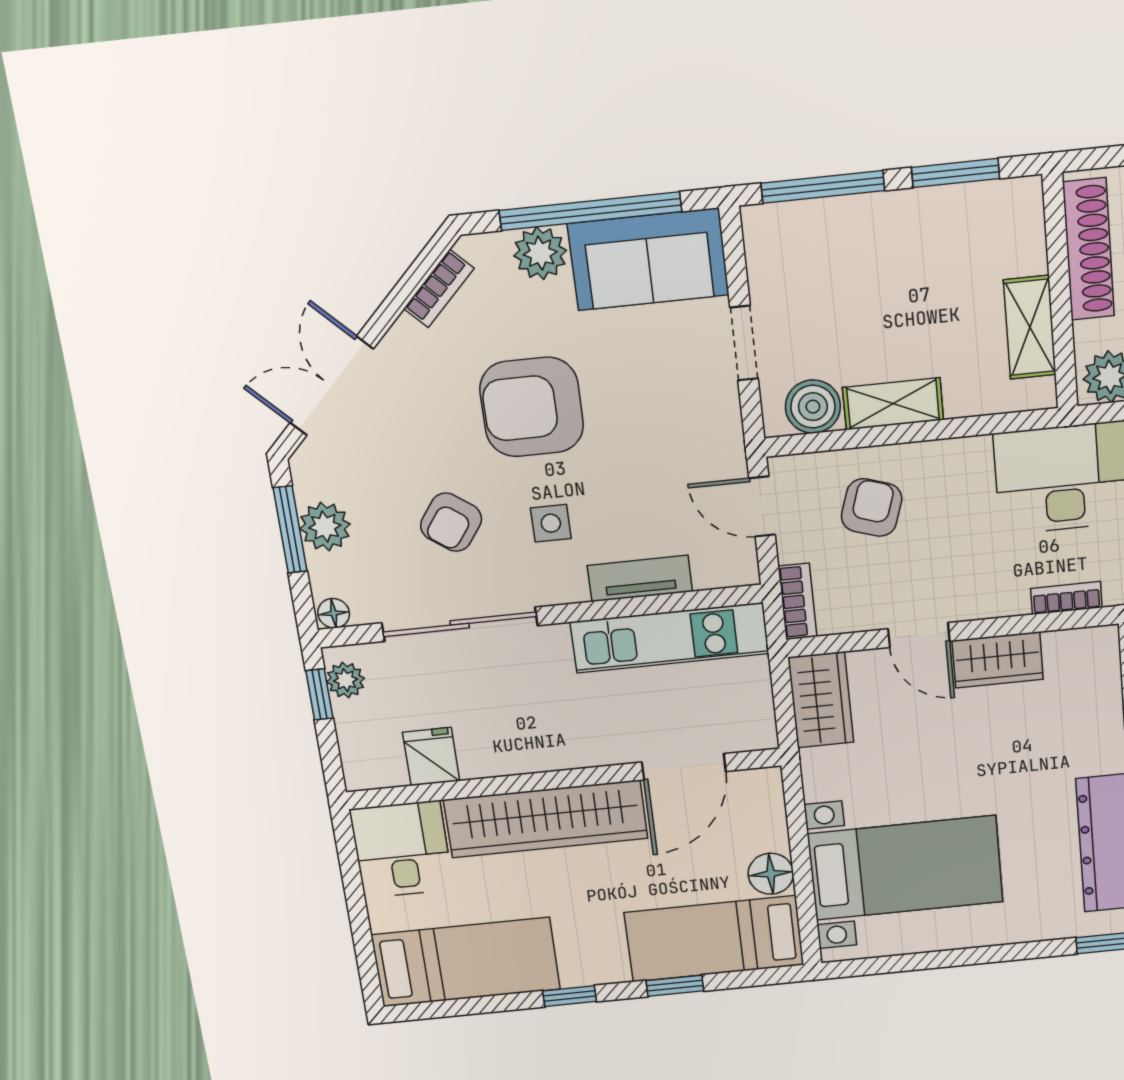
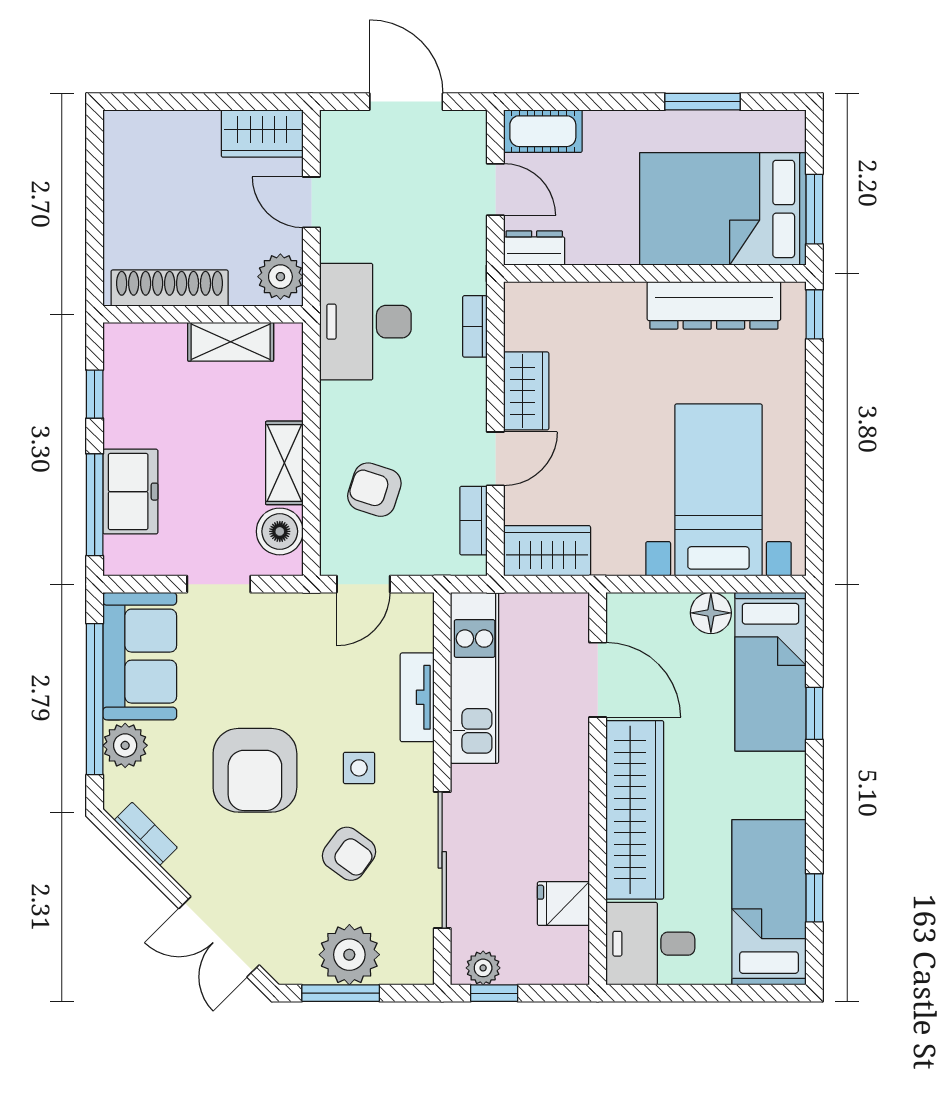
window: (956, 173) -> (95, 394), width x0.67
freezer: (843, 228) -> (130, 492), added
plant: (325, 527) -> (349, 955), width x1.36, depth x1.36
bookcase: (798, 601) -> (474, 521), moved, turned -90
floor lamp: (334, 613) -> (420, 968), removed
window: (570, 996) -> (814, 898), moved

